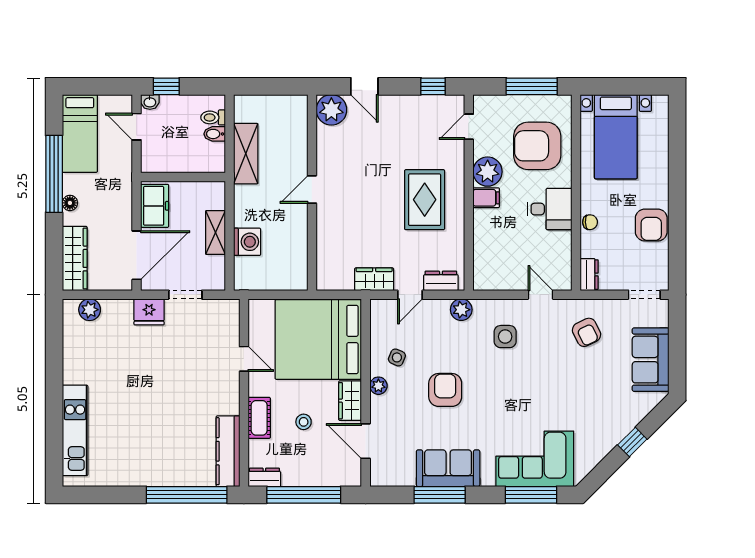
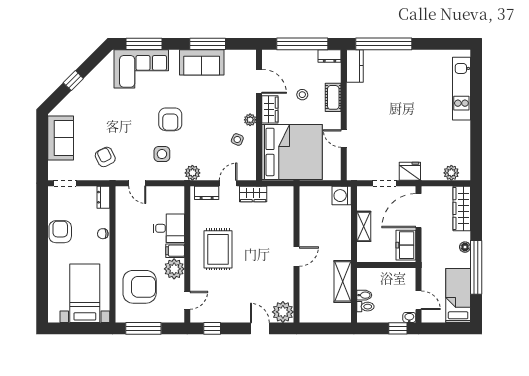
desk: (550, 209) -> (169, 228), moved, turned 180
washing machine: (247, 242) -> (342, 196), moved
armchair: (445, 390) -> (170, 119), moved
kitchen counter: (228, 451) -> (355, 66), width x0.67

